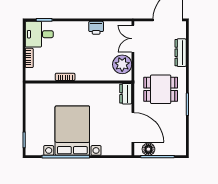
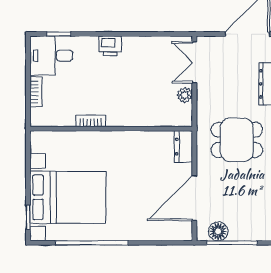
printer: (96, 28) -> (110, 46), moved
plant: (122, 64) -> (185, 95), width x0.53, depth x0.53
door: (133, 127) -> (194, 198), swing flipped
bed with nightstands: (72, 131) -> (68, 197), moved, turned 90

